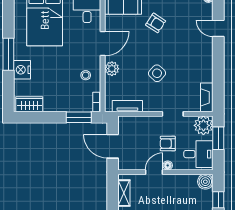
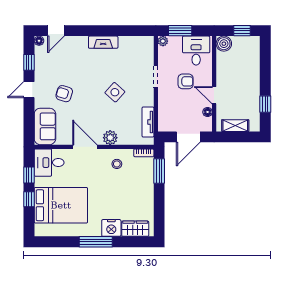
armchair: (156, 23) -> (64, 94), turned -106
door: (218, 28) -> (56, 31), moved
fireplace: (207, 97) -> (103, 42), moved
wardrobe: (29, 104) -> (135, 229), moved, turned 90
plant: (203, 125) -> (163, 41), width x0.53, depth x0.53
armchair: (168, 144) -> (186, 81), turned -90
floor lamp: (168, 165) -> (208, 112), moved

